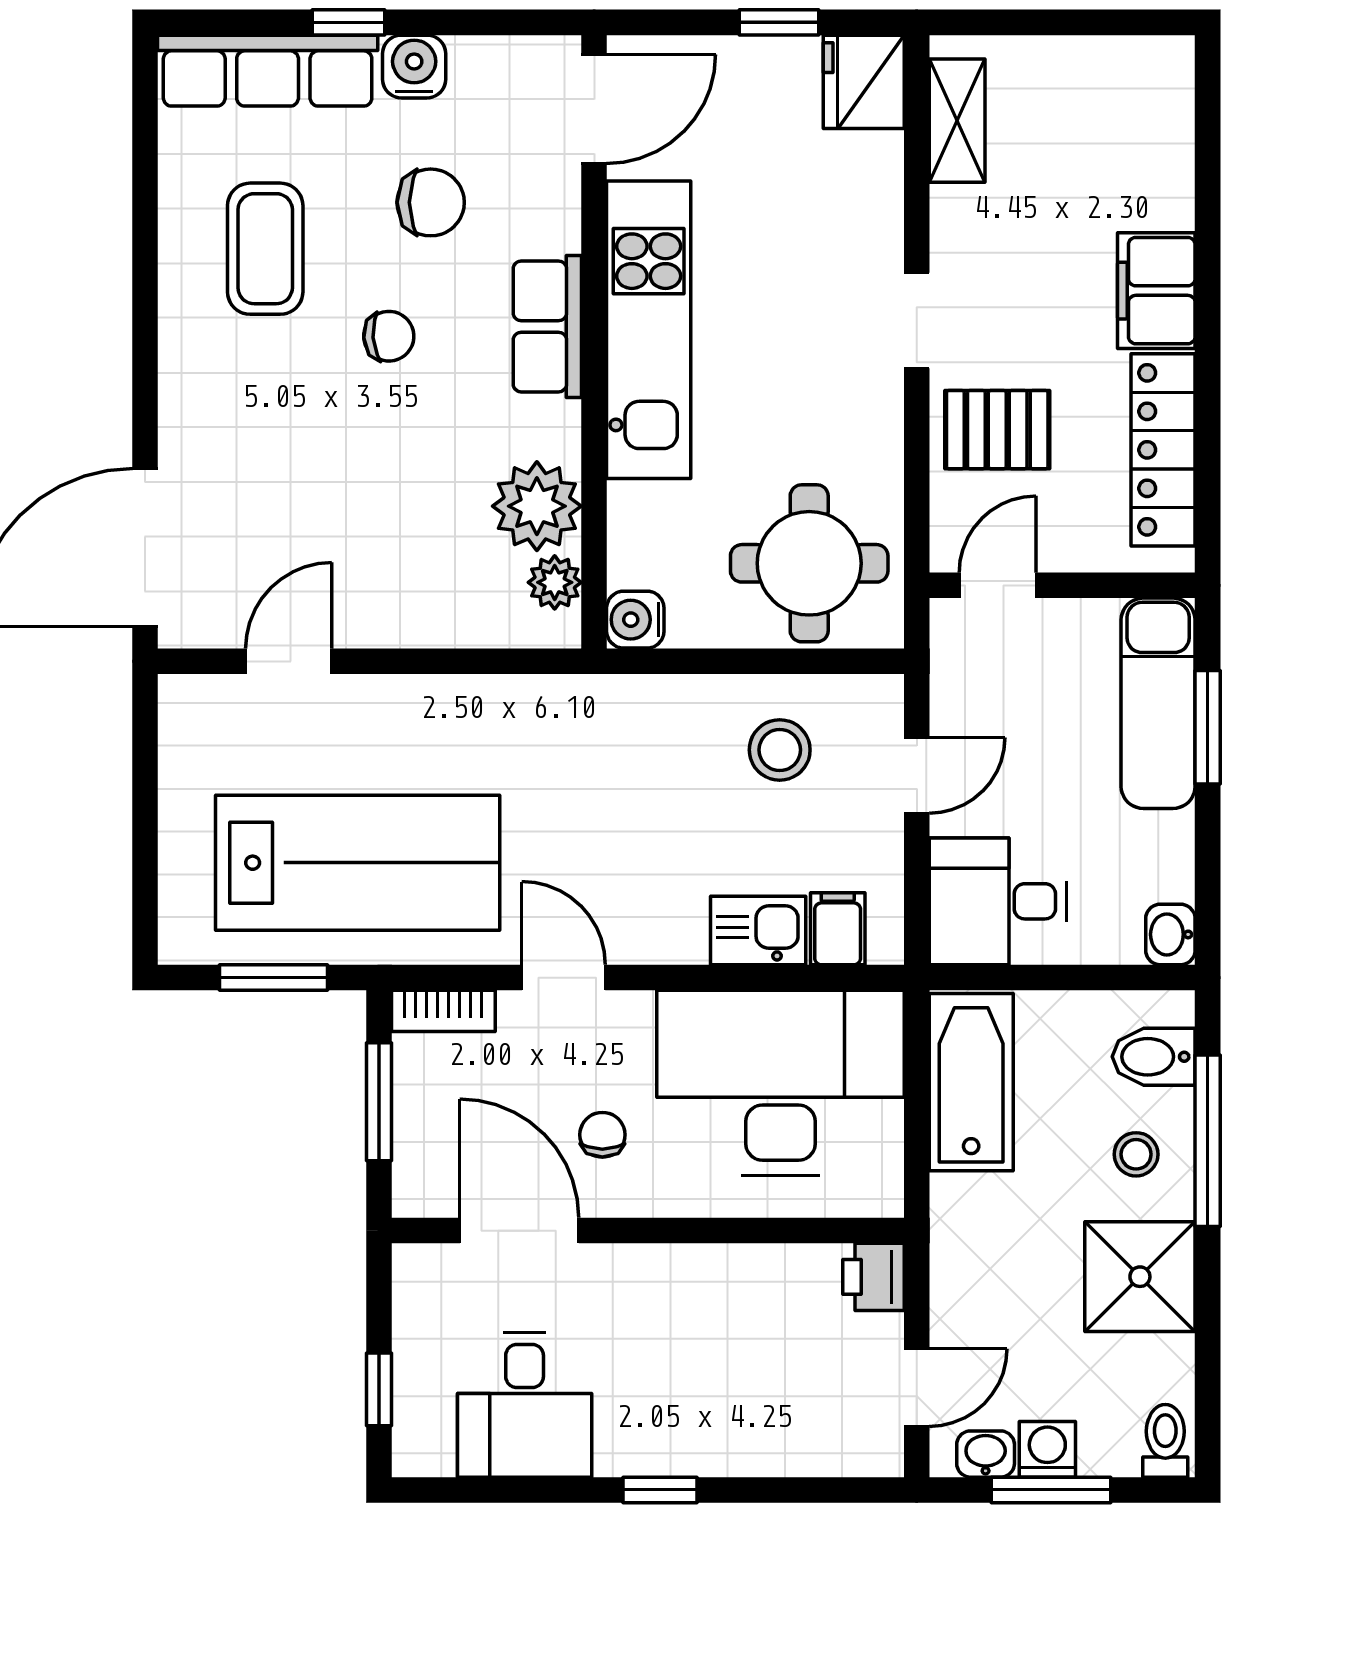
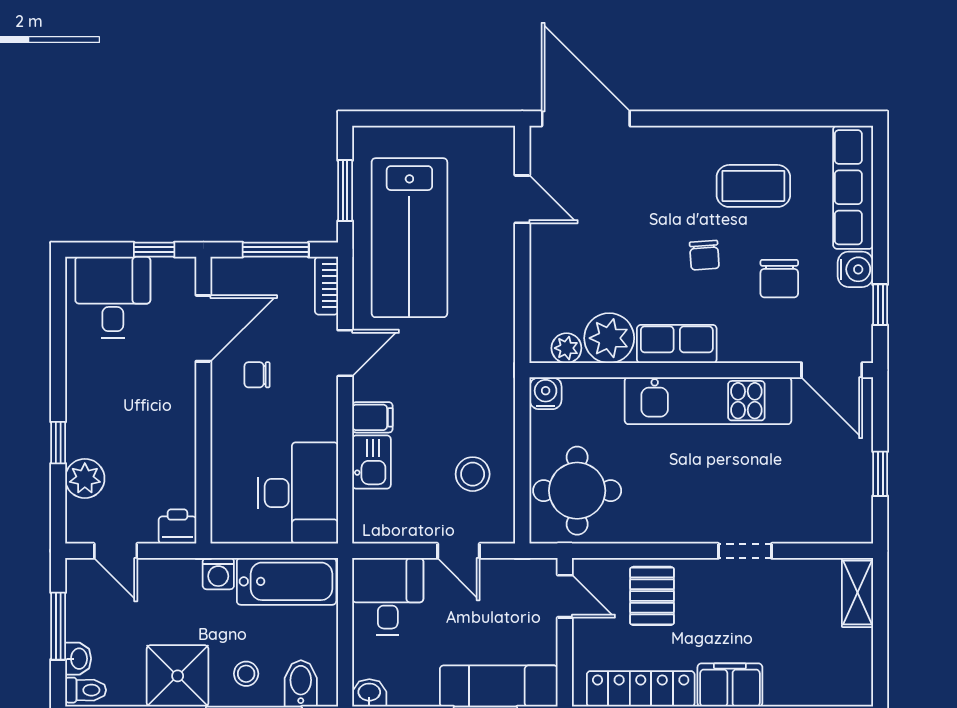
window: (349, 22) -> (880, 305), moved
fridge: (864, 82) -> (847, 521), removed
shelving: (957, 121) -> (857, 593), moved, turned 90
doorway: (917, 321) -> (745, 551), moved
row of seats: (547, 326) -> (677, 344), moved
filing cabinet: (838, 929) -> (372, 417), moved
desk: (780, 1083) -> (298, 493), width x0.73, depth x0.77
chair: (602, 1135) -> (257, 375), turned 180
window: (379, 1389) -> (154, 250), moved
desk: (525, 1405) -> (113, 297), moved, turned 90
plant: (787, 1442) -> (85, 478), added
washing machine: (1047, 1449) -> (218, 574), moved, turned 90
washbasin: (986, 1454) -> (78, 659), moved
window: (660, 1490) -> (58, 443), moved

